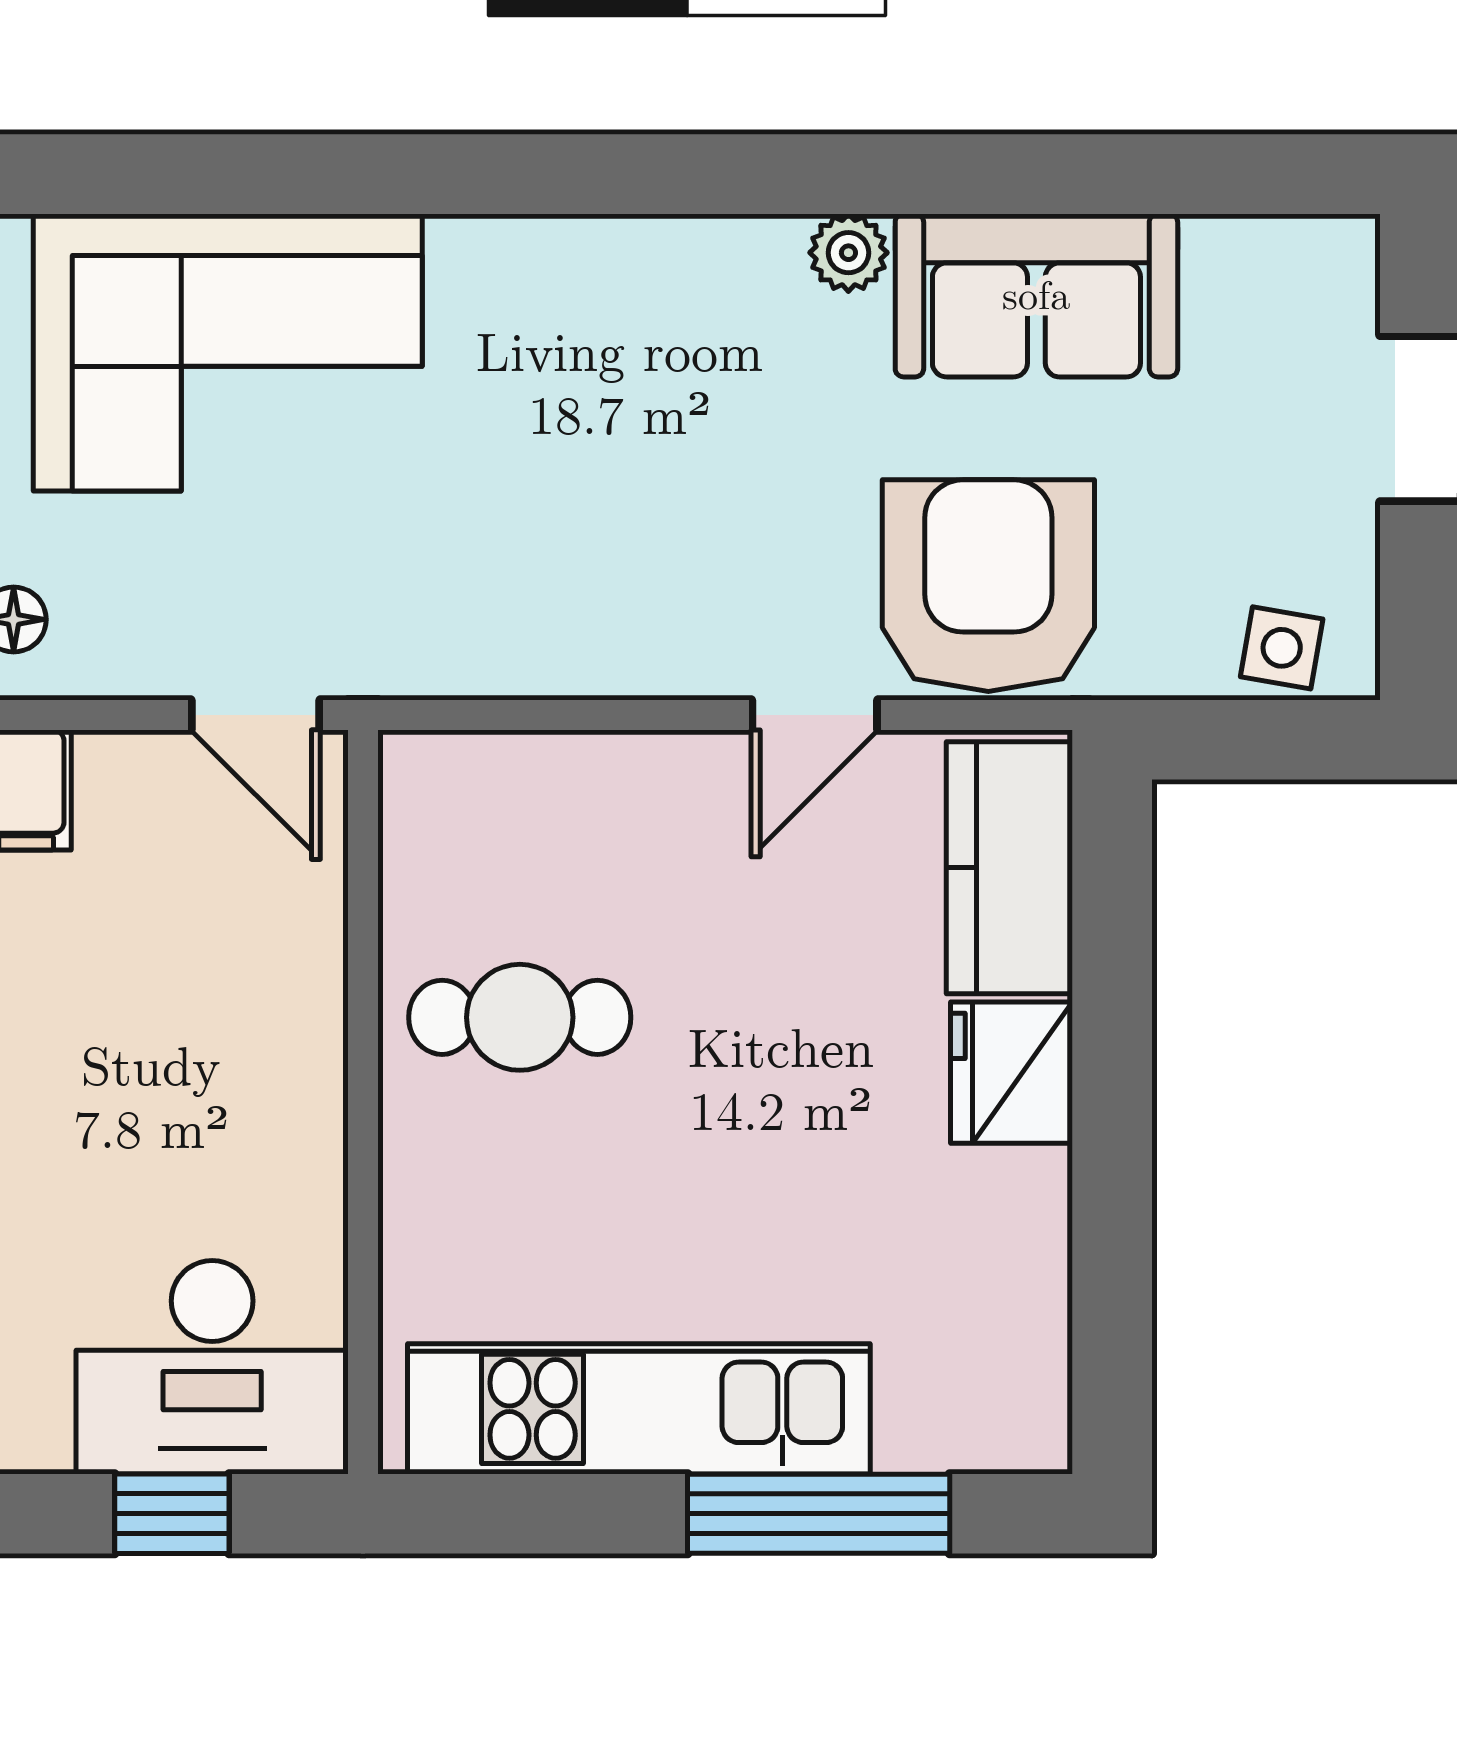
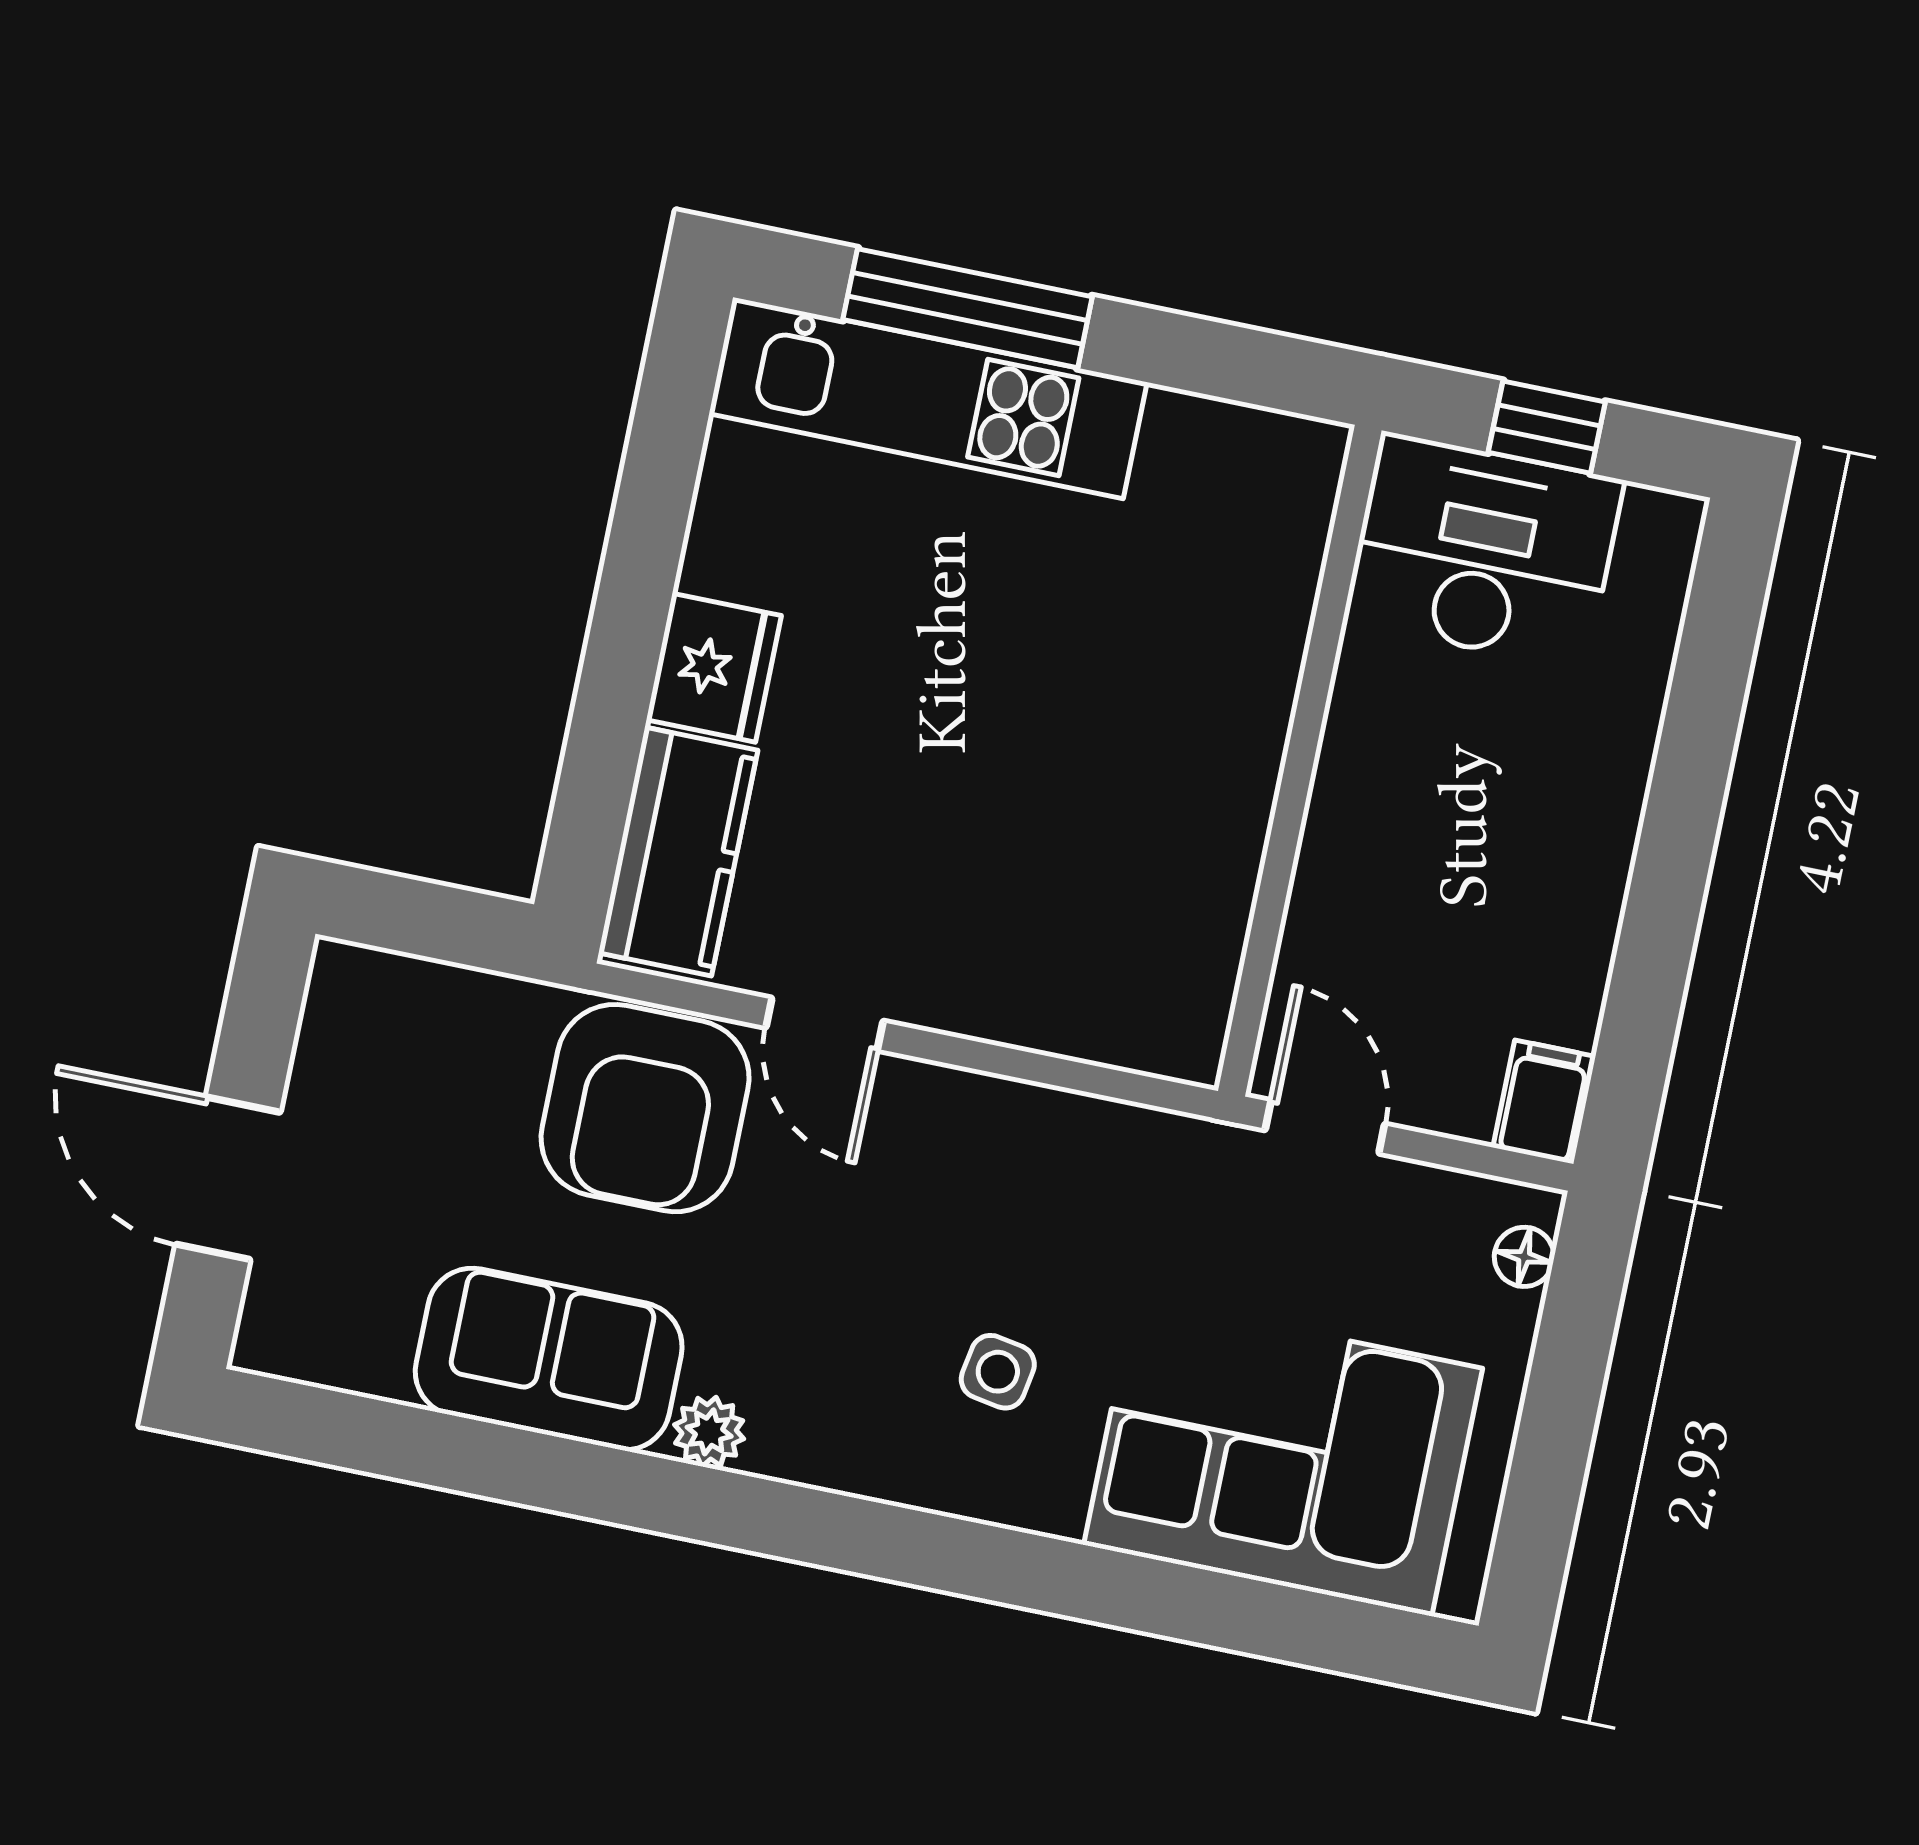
side table: (1282, 648) -> (998, 1372), moved
door: (815, 715) -> (824, 1024), swing flipped
cafe table: (520, 1017) -> (1144, 808), removed
kitchen unit: (639, 1409) -> (928, 398), moved

